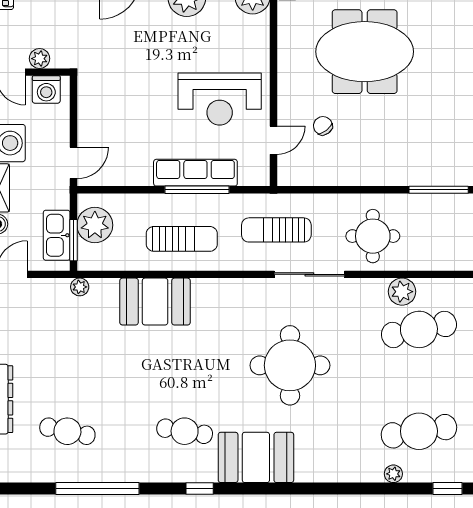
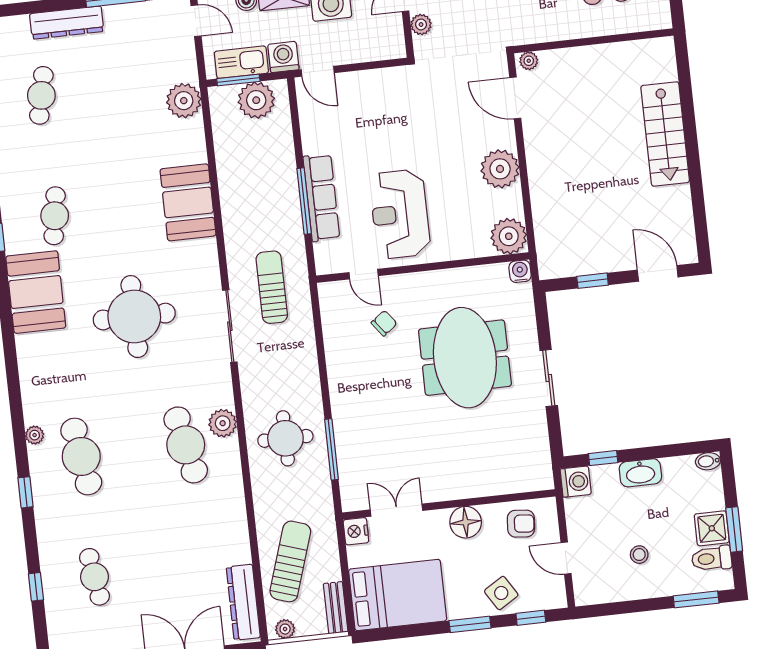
washing machine: (46, 89) -> (283, 57), moved, turned 90
round table: (373, 236) -> (285, 438), moved
sun lounger: (182, 239) -> (252, 191), removed
plant: (80, 287) -> (184, 101), width x1.88, depth x1.88
booth: (155, 302) -> (188, 202), moved

